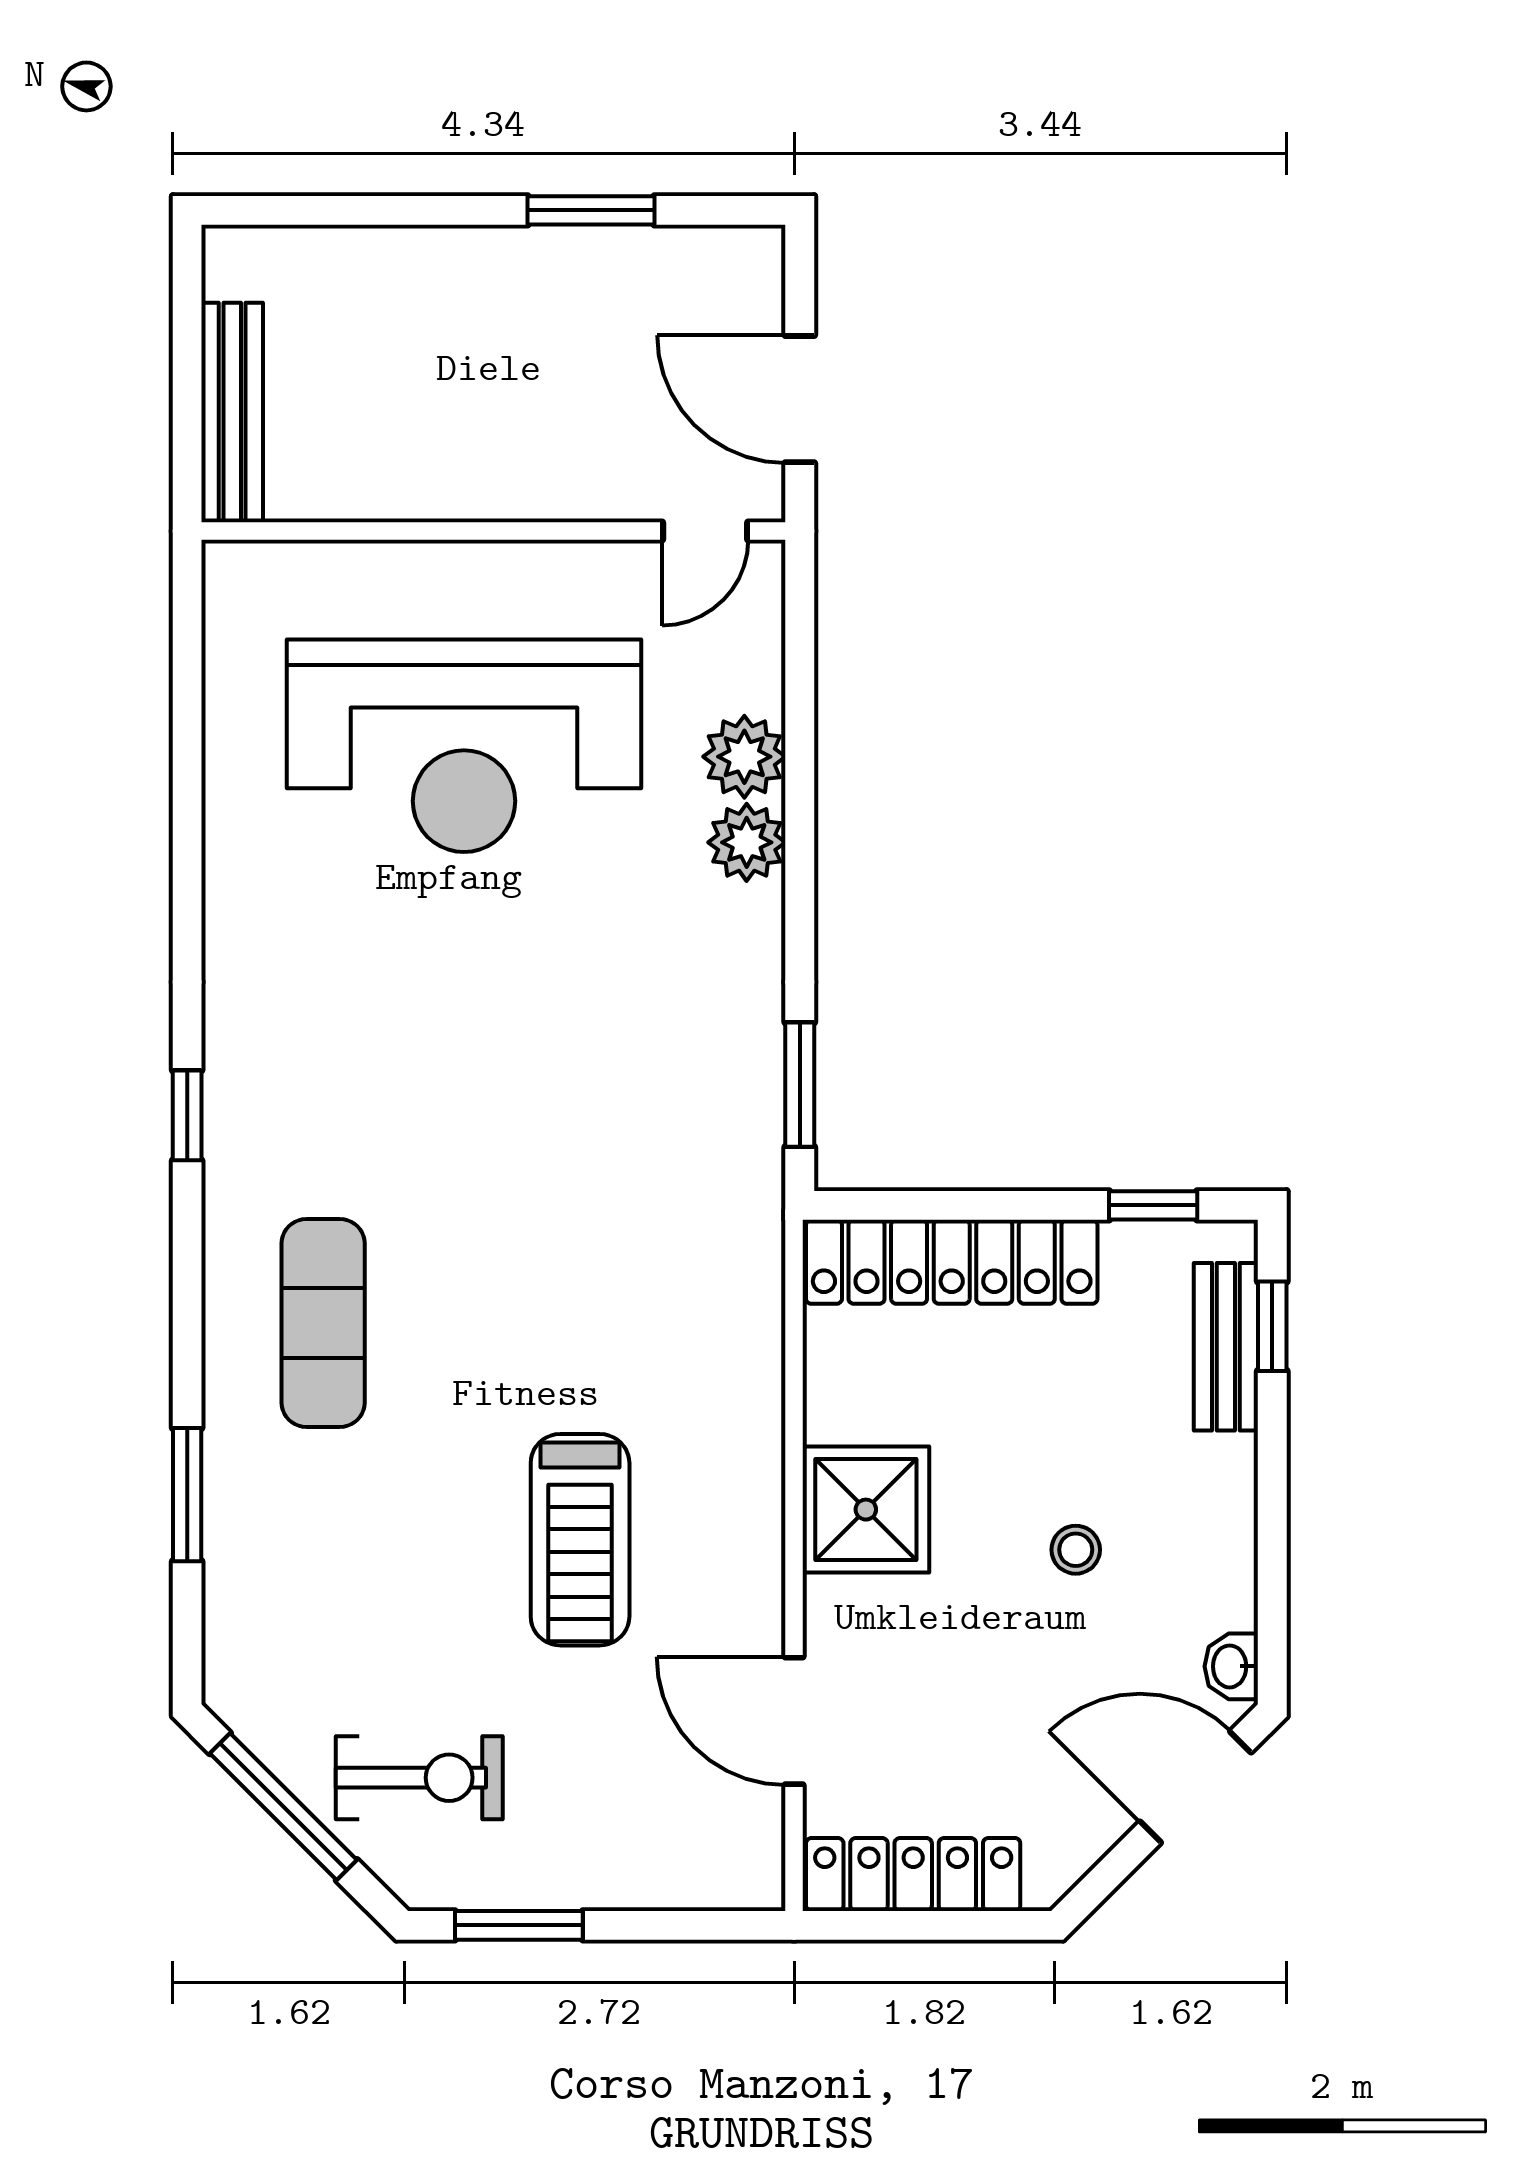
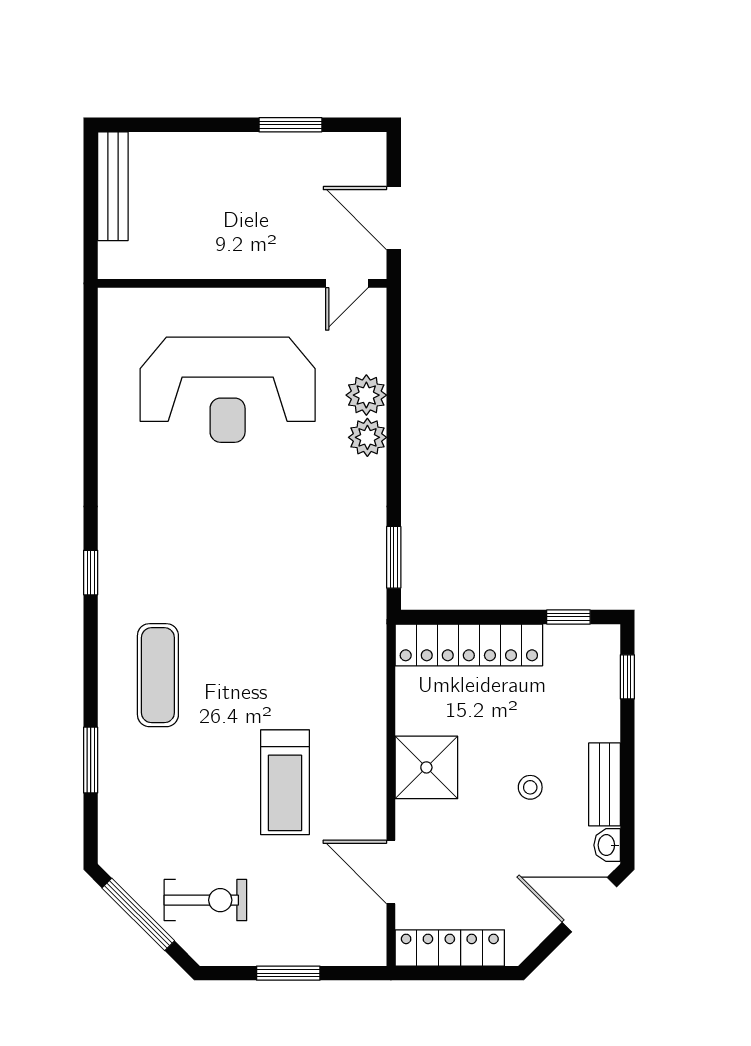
bench: (232, 413) -> (113, 186), moved
bench: (1226, 1347) -> (604, 784), moved
window: (519, 1925) -> (288, 973), moved

